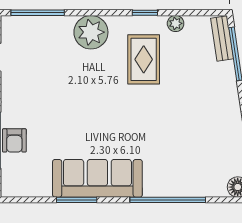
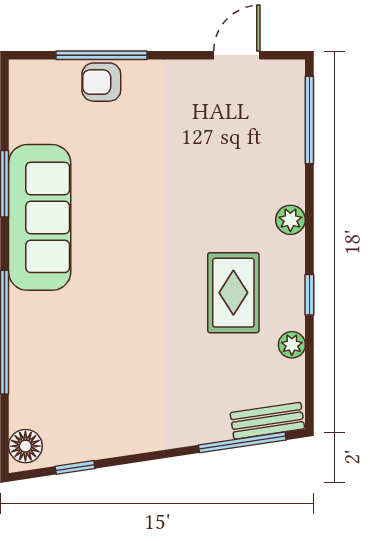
plant: (91, 32) -> (290, 220), width x0.53, depth x0.53
rug: (144, 59) -> (233, 293), turned 90

